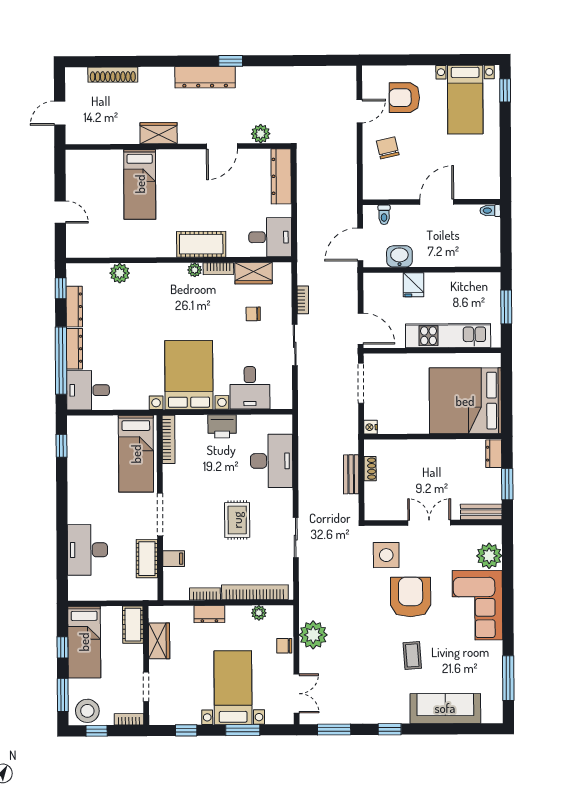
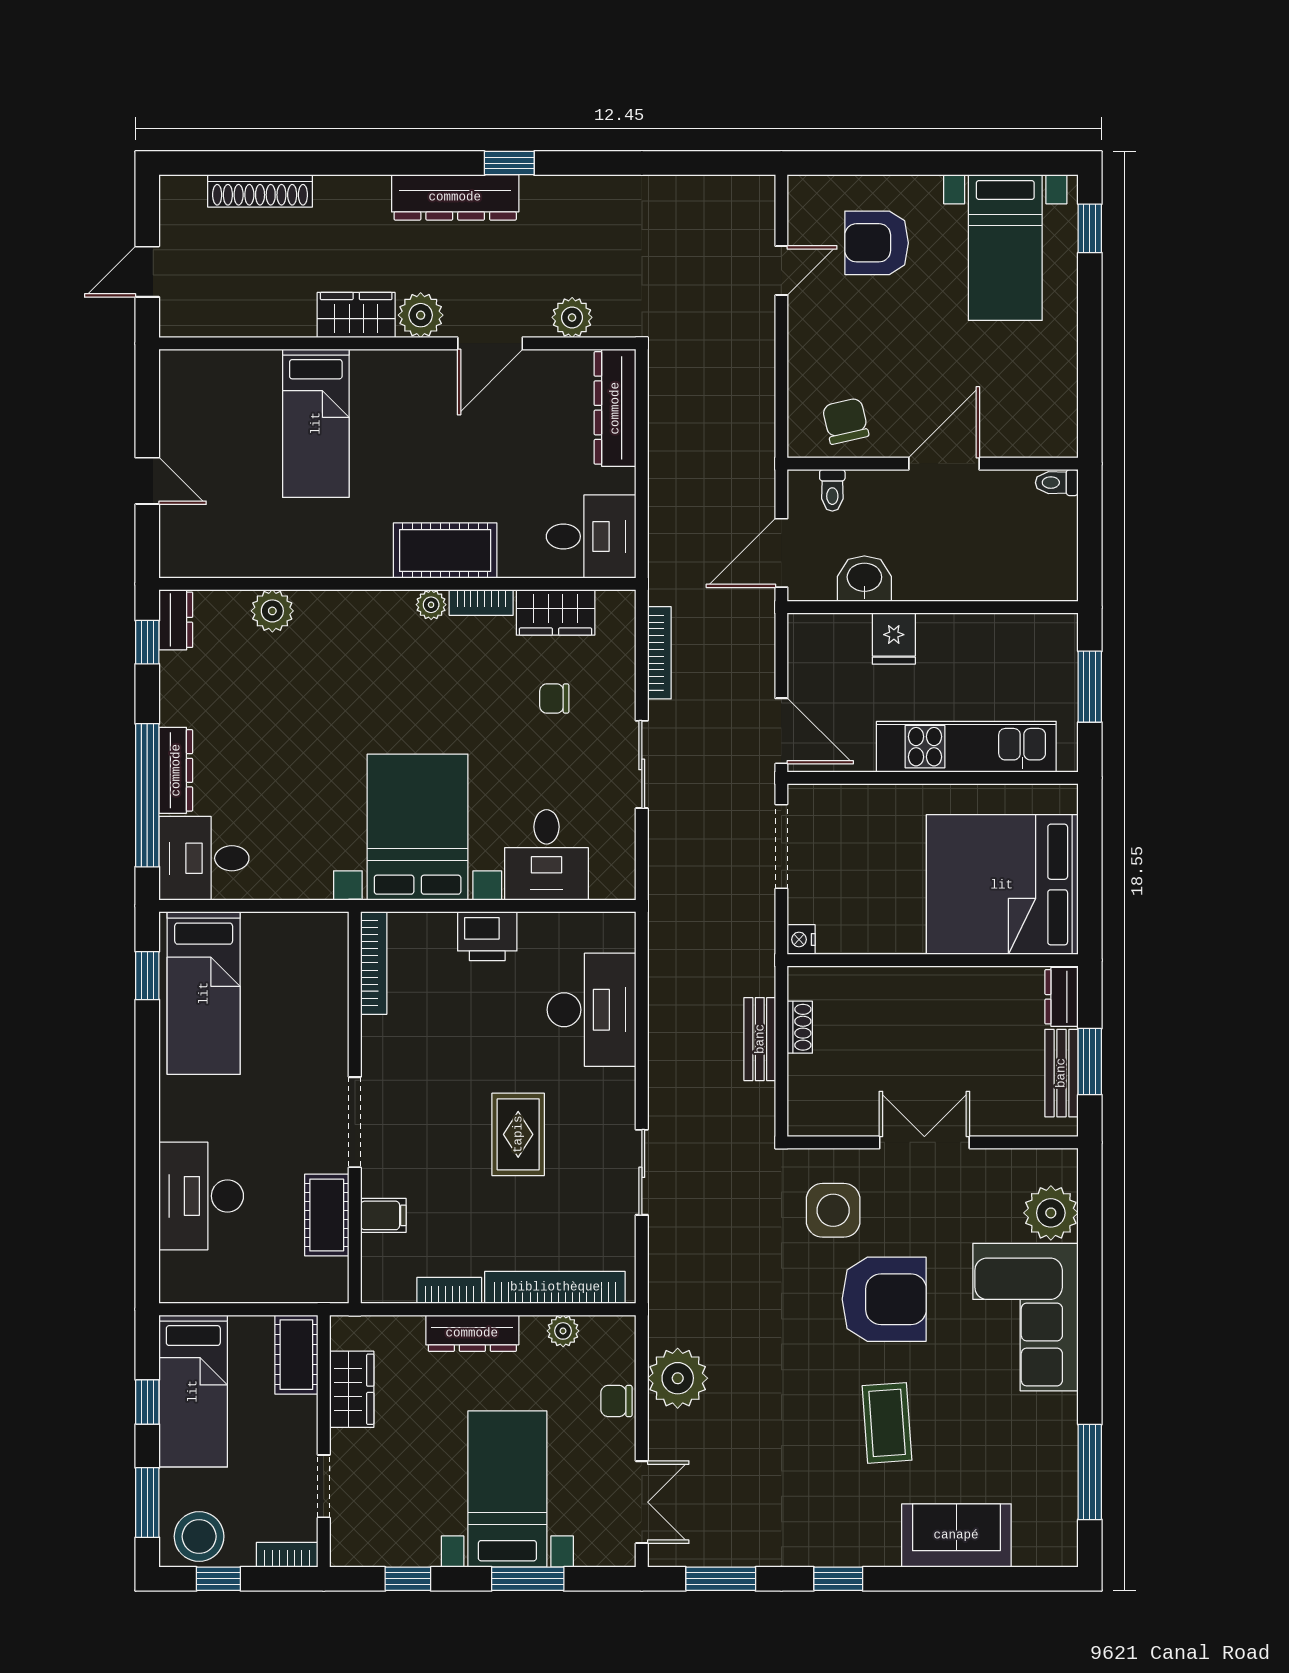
plant: (189, 133) -> (421, 315), added
chair: (388, 148) -> (846, 421), moved
bookcase: (303, 300) -> (659, 653), width x1.56
dresser: (74, 307) -> (176, 620), moved, width x0.70
bed: (136, 454) -> (204, 993), moved
bench: (481, 512) -> (1061, 1073), moved, turned 90
armchair: (411, 597) -> (884, 1299), turned 90
dresser: (209, 614) -> (472, 1333), width x1.44
coffee table: (412, 655) -> (887, 1423), width x1.36, depth x1.30
sofa: (445, 708) -> (956, 1535), width x0.73

